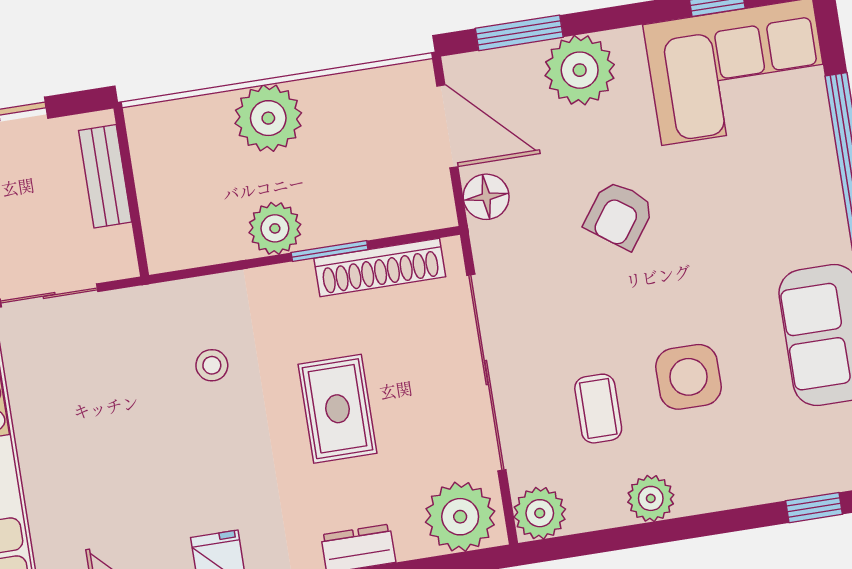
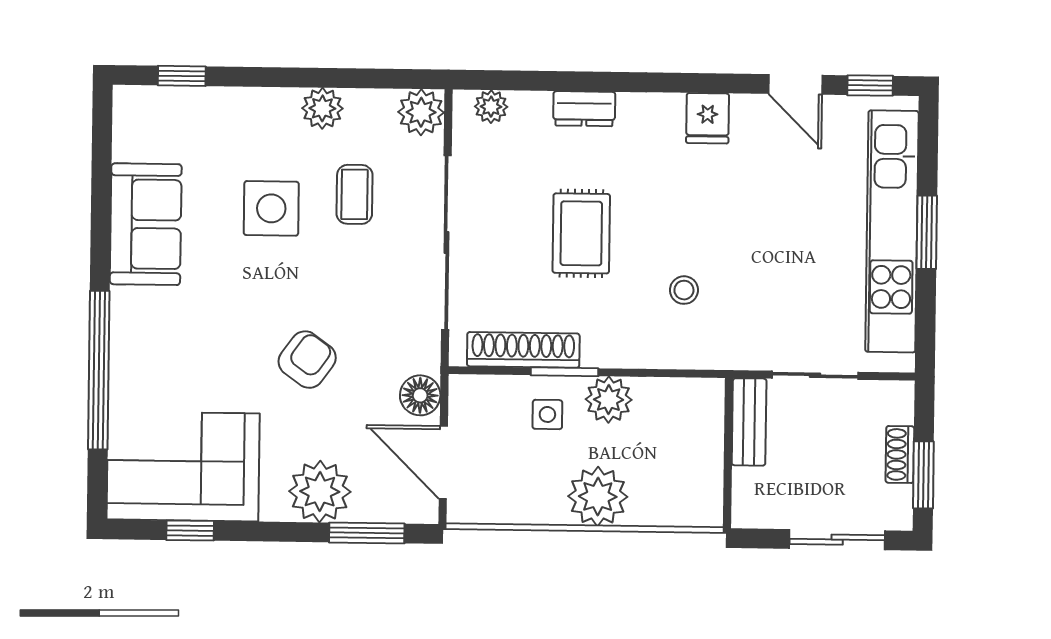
bench: (105, 176) -> (749, 422), moved
side table: (340, 200) -> (547, 414), added
plant: (460, 517) -> (491, 107), width x0.53, depth x0.53

